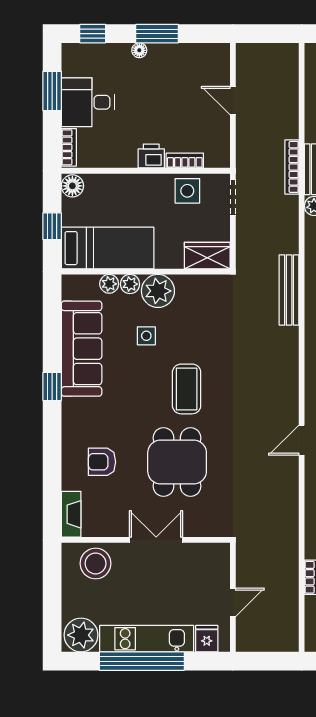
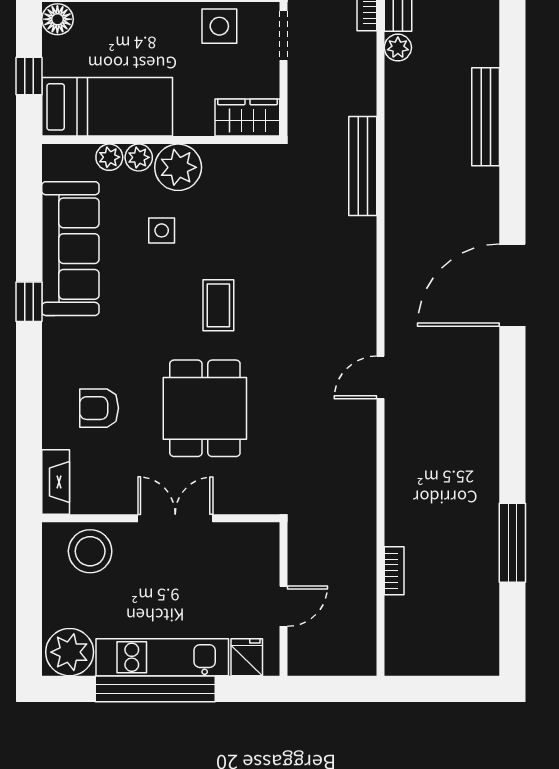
coffee table: (187, 389) -> (218, 305), width x0.73, depth x0.77

